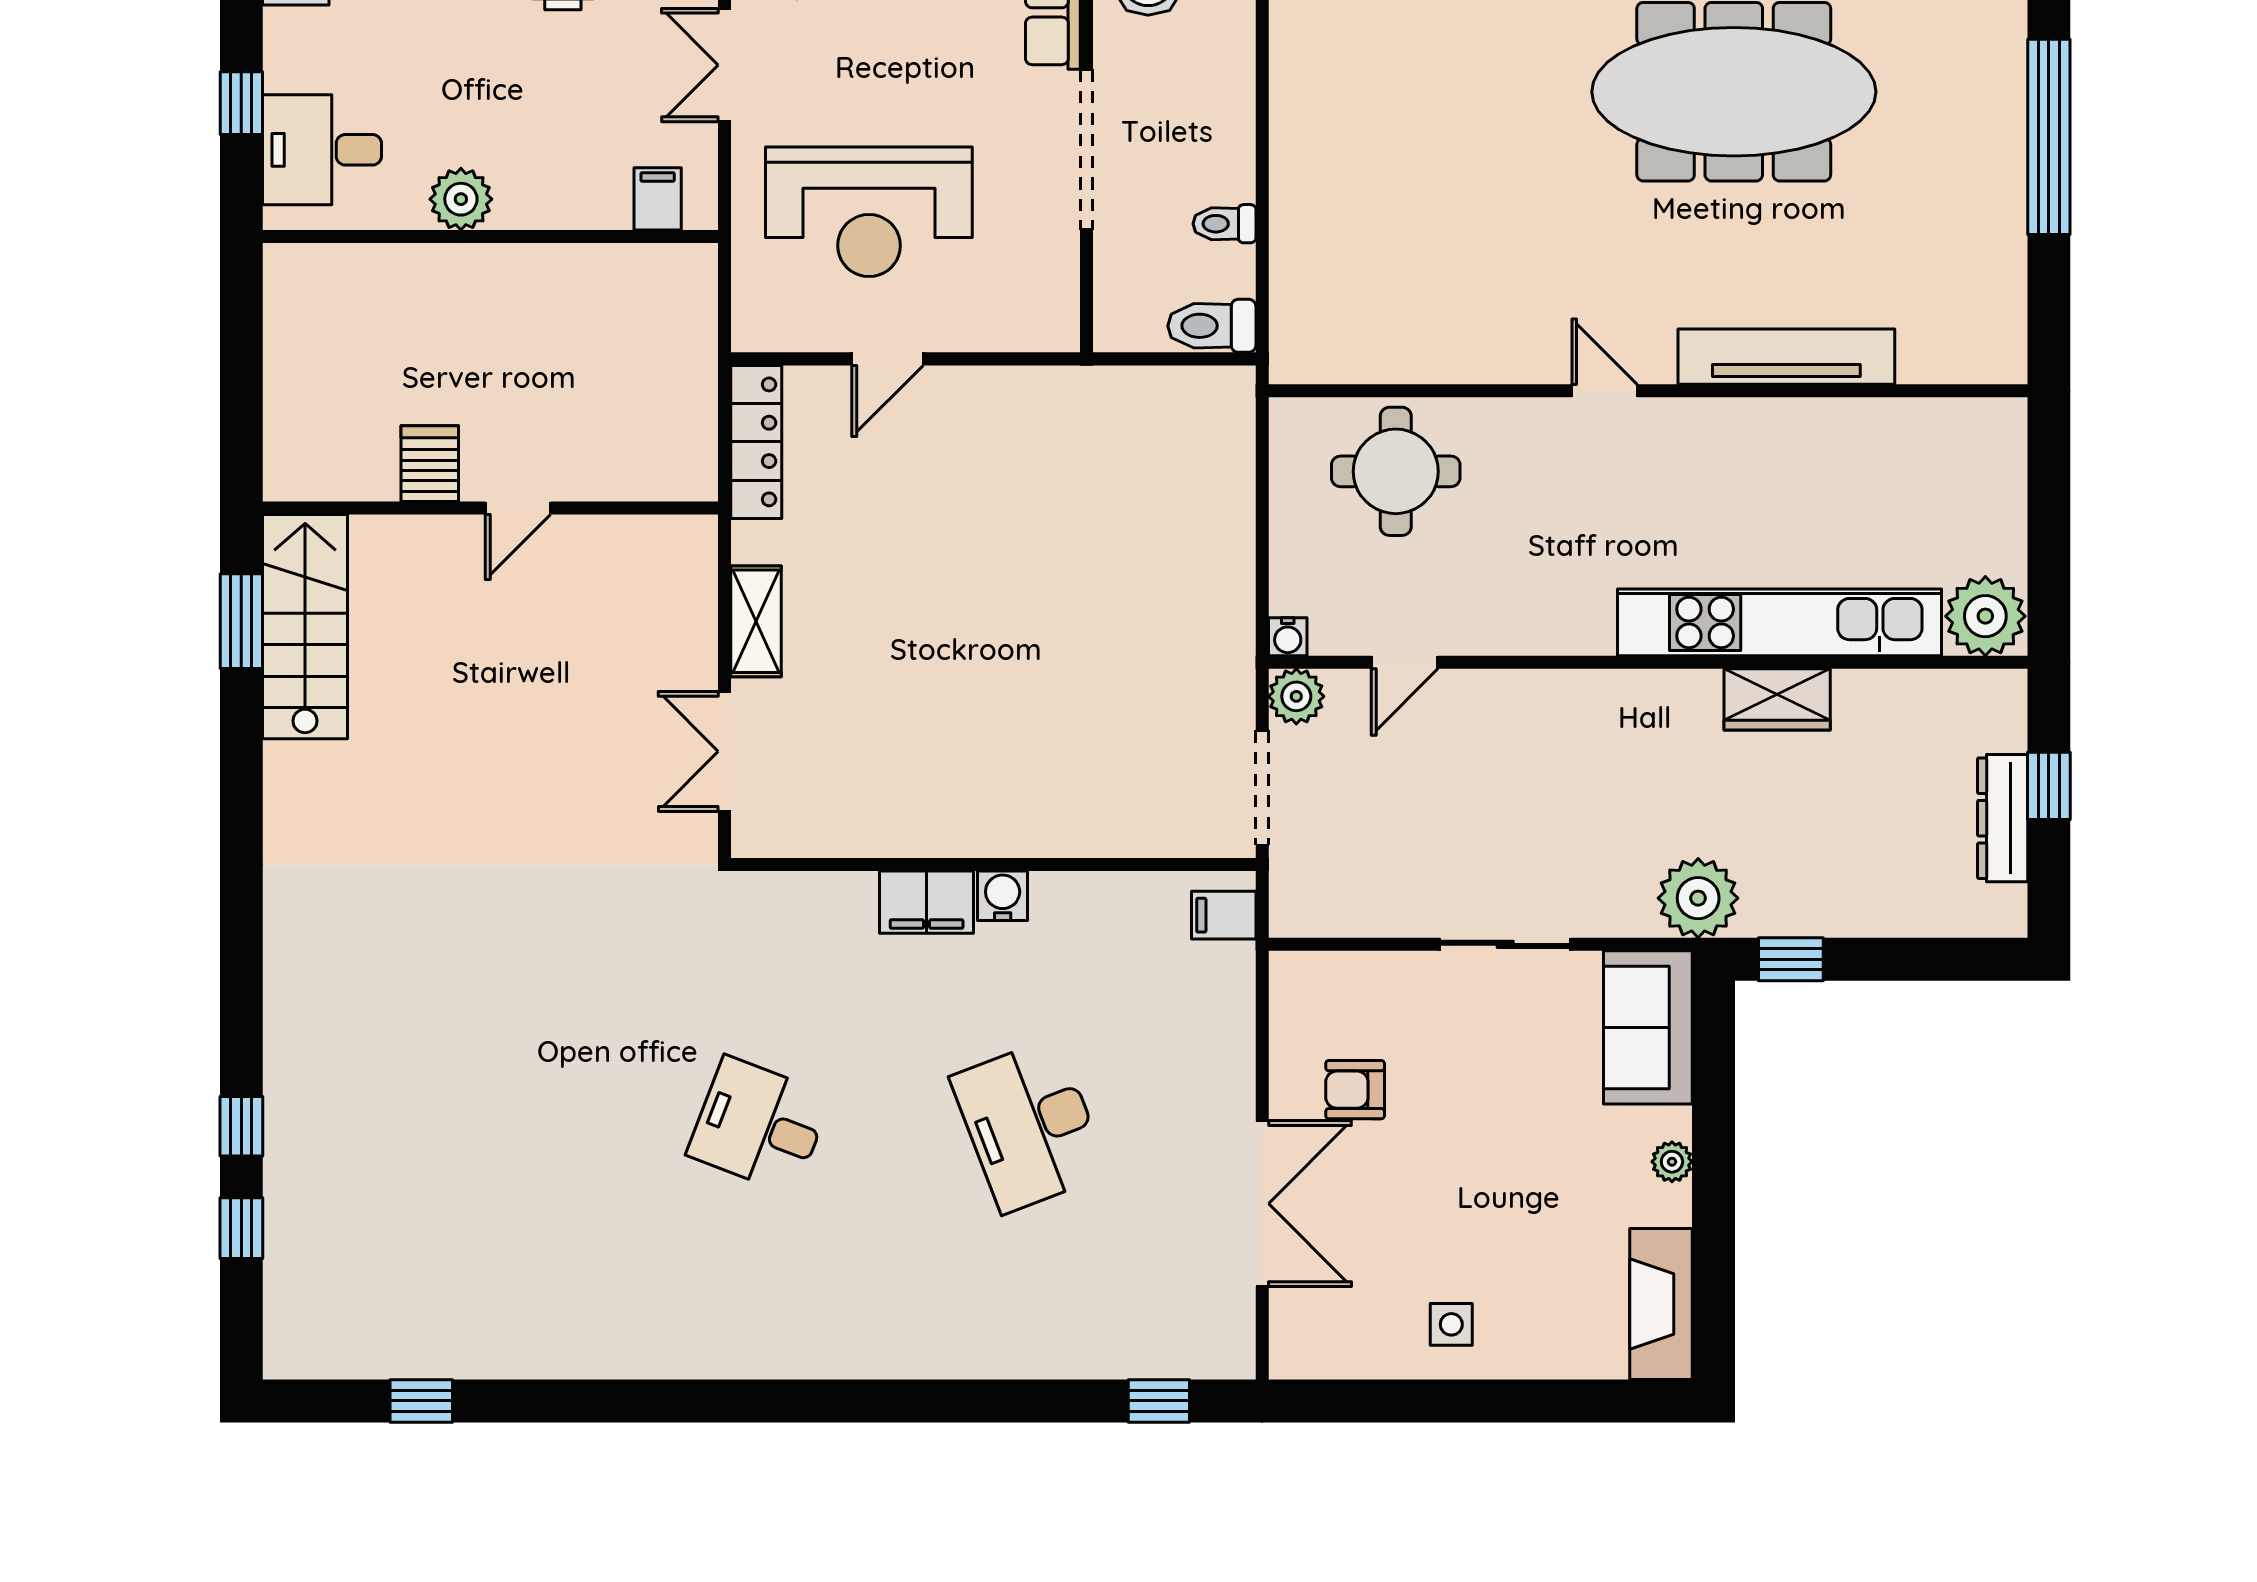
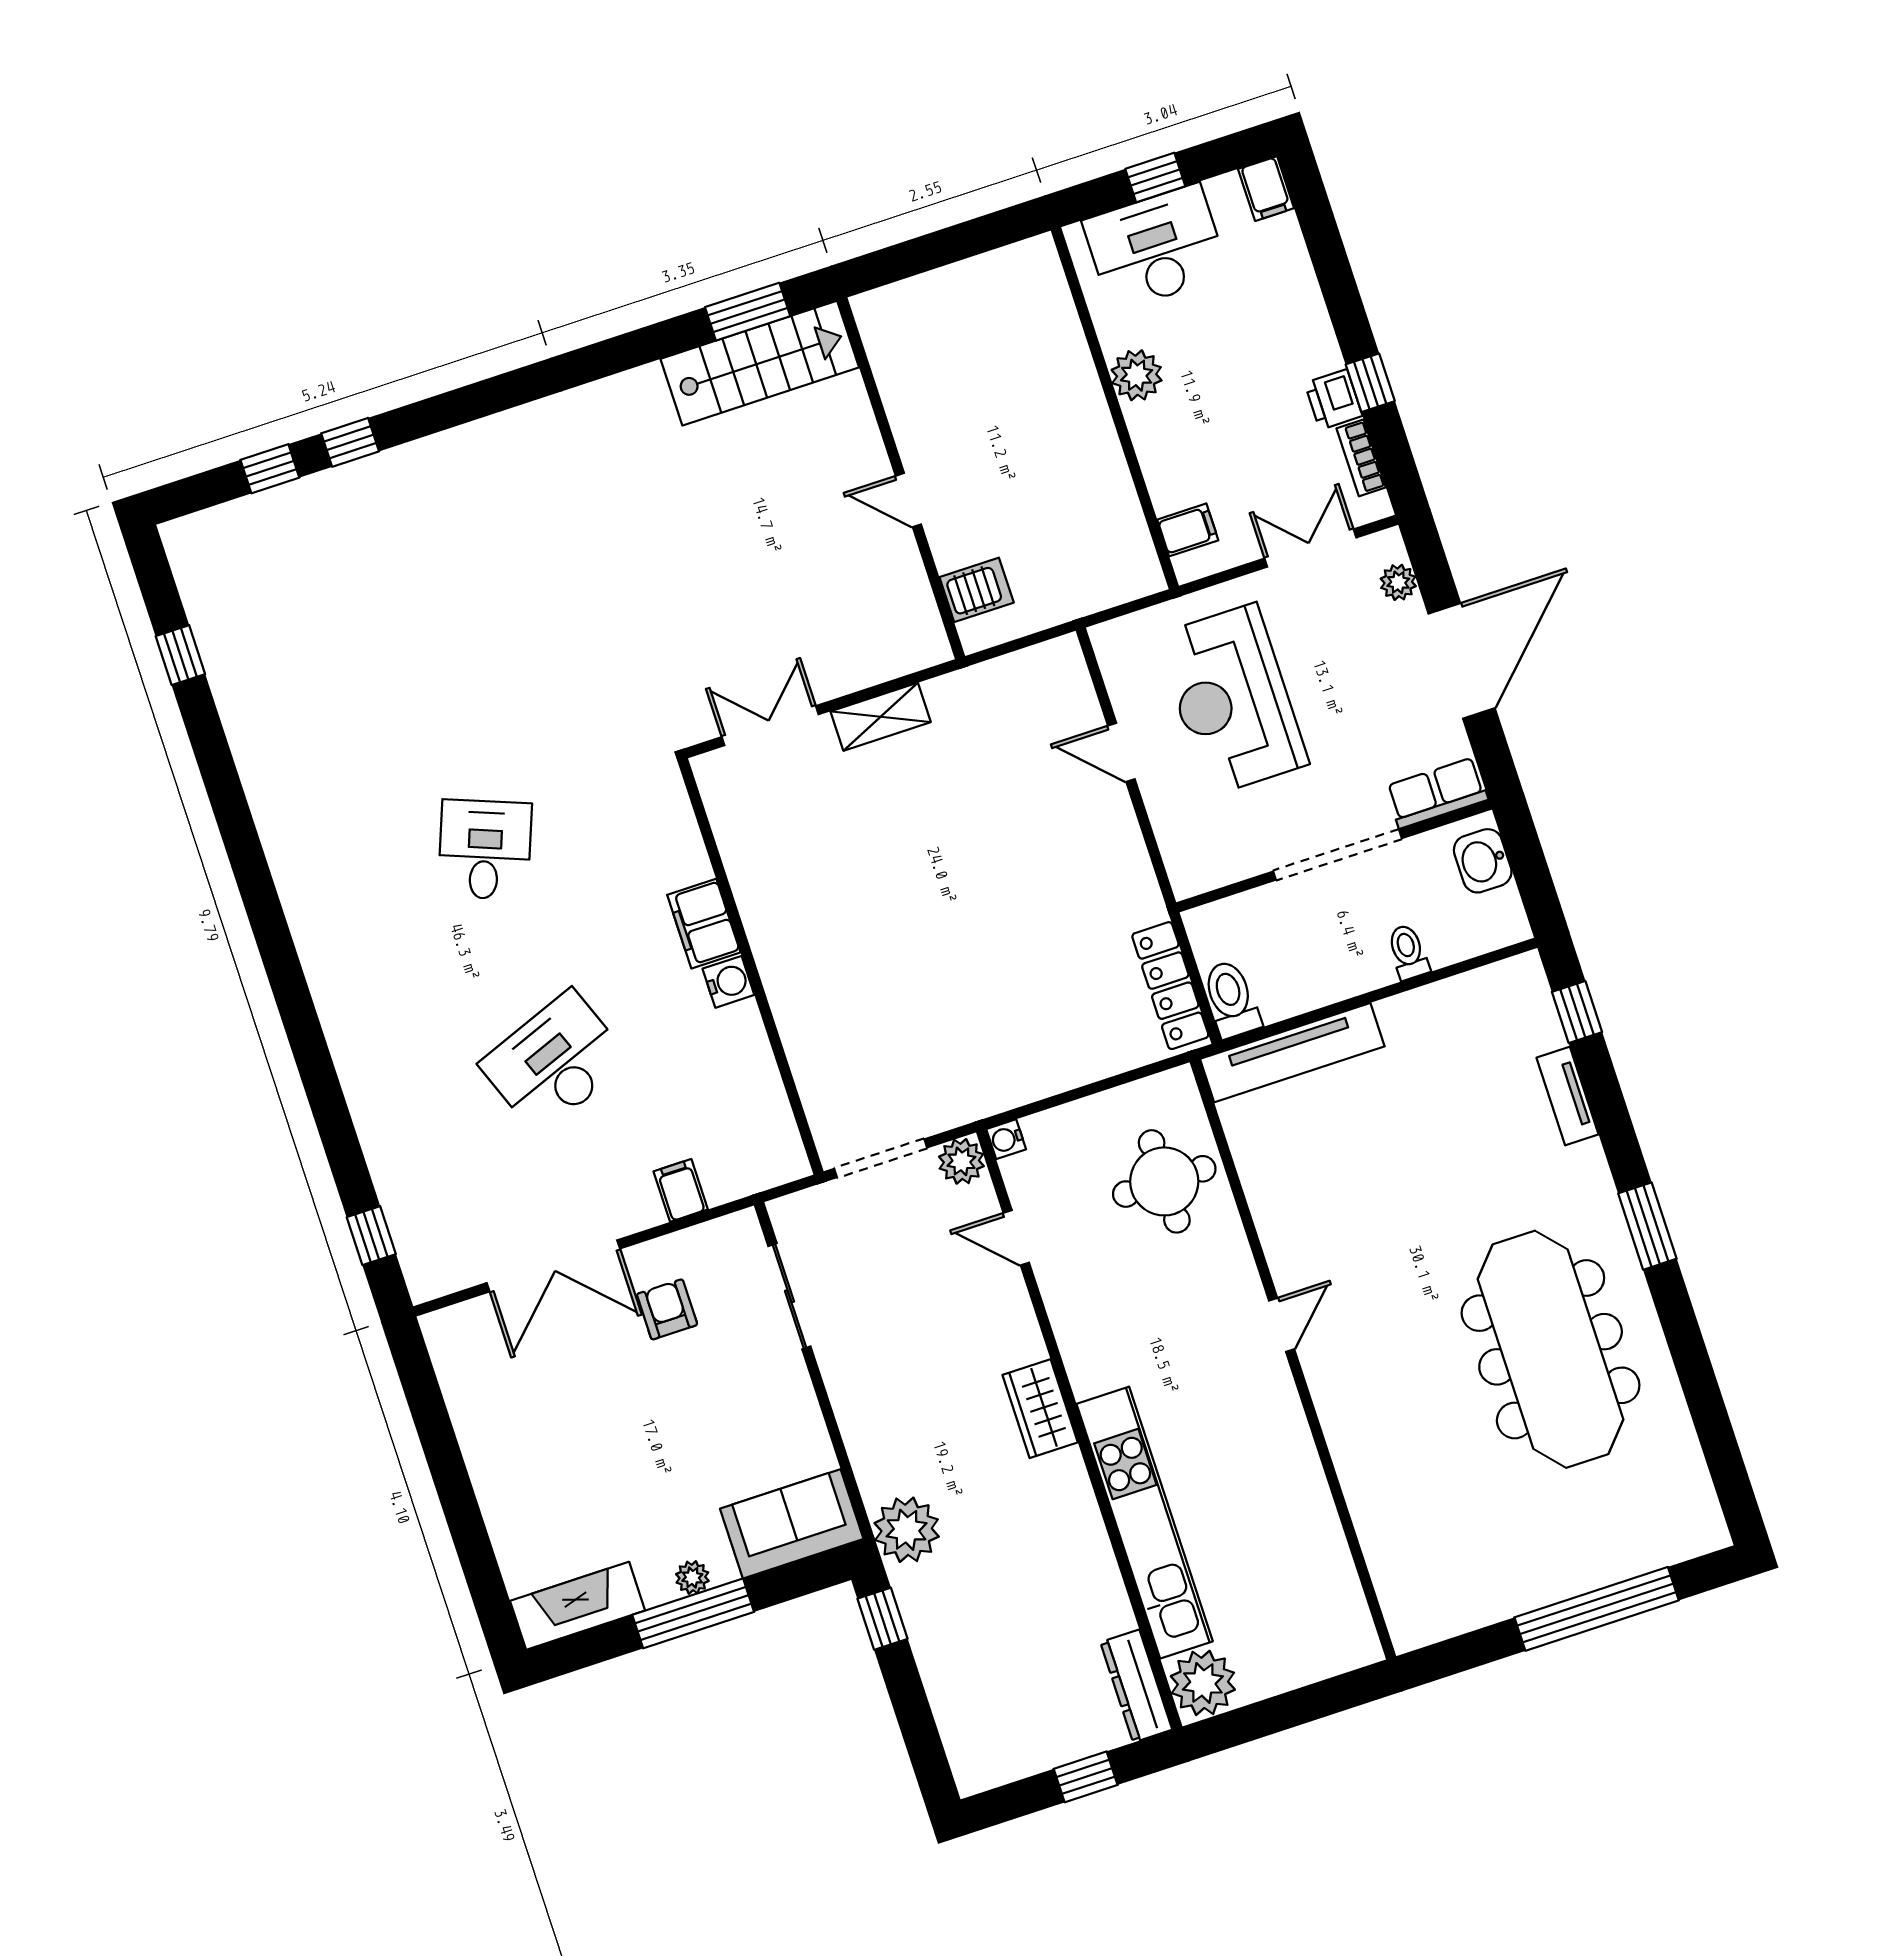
desk: (322, 150) -> (1156, 248), width x1.37
toilet: (1224, 224) -> (1408, 952), moved
tv unit: (1786, 357) -> (1292, 1053), moved, turned 90
locker: (756, 442) -> (1170, 986), moved, turned 90
server rack: (430, 464) -> (977, 590), moved
wardrobe: (1777, 699) -> (1040, 1409), moved
dresser: (2003, 818) -> (1136, 1686), moved, turned -90
filing cabinet: (1224, 915) -> (681, 1190), moved
sliding door: (1505, 944) -> (789, 1296), moved
window: (1714, 1174) -> (693, 1613), added
side table: (1451, 1324) -> (507, 1446), removed

